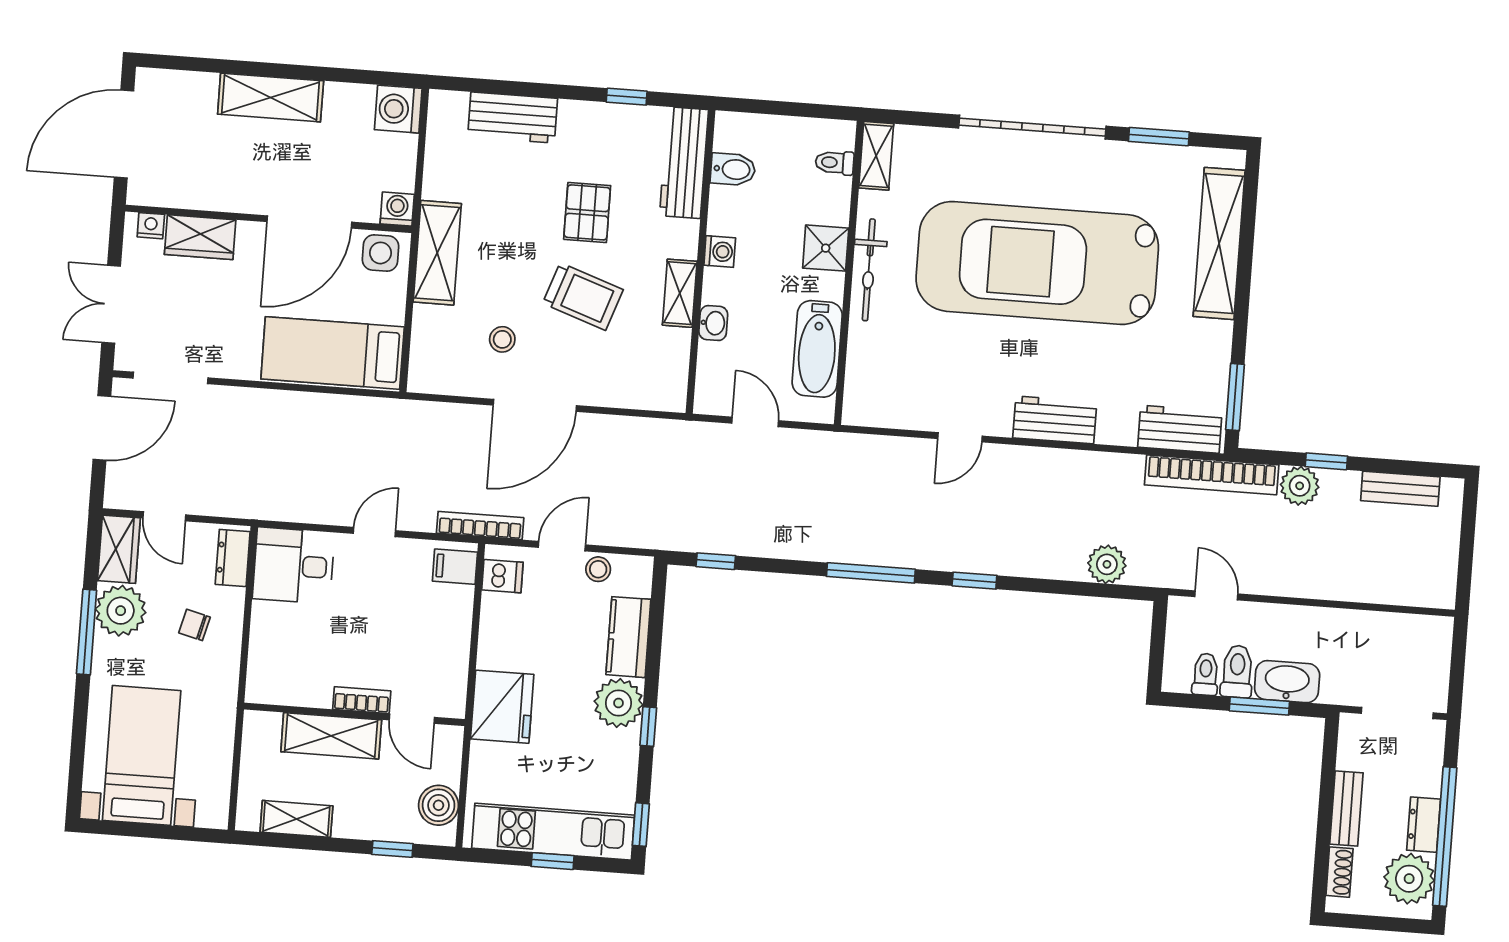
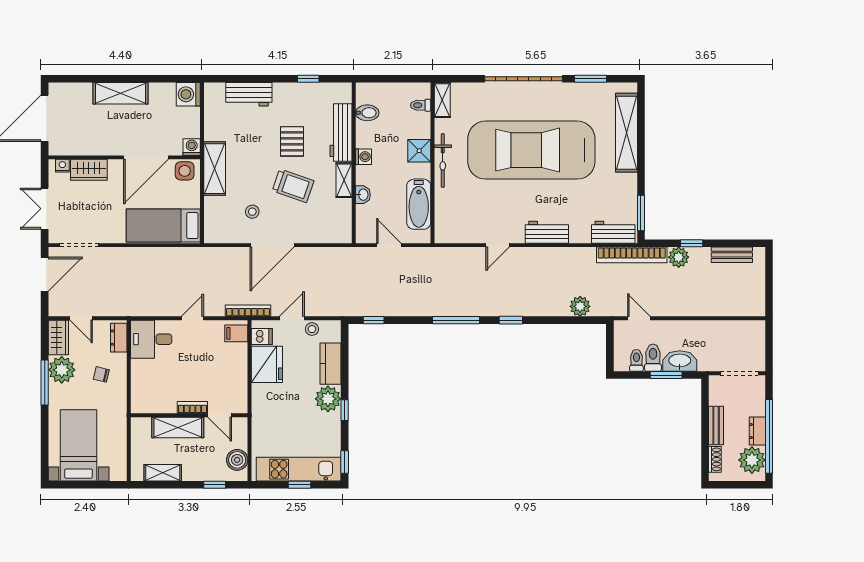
workbench: (684, 163) -> (341, 132), moved
fridge: (502, 707) -> (267, 364), moved

